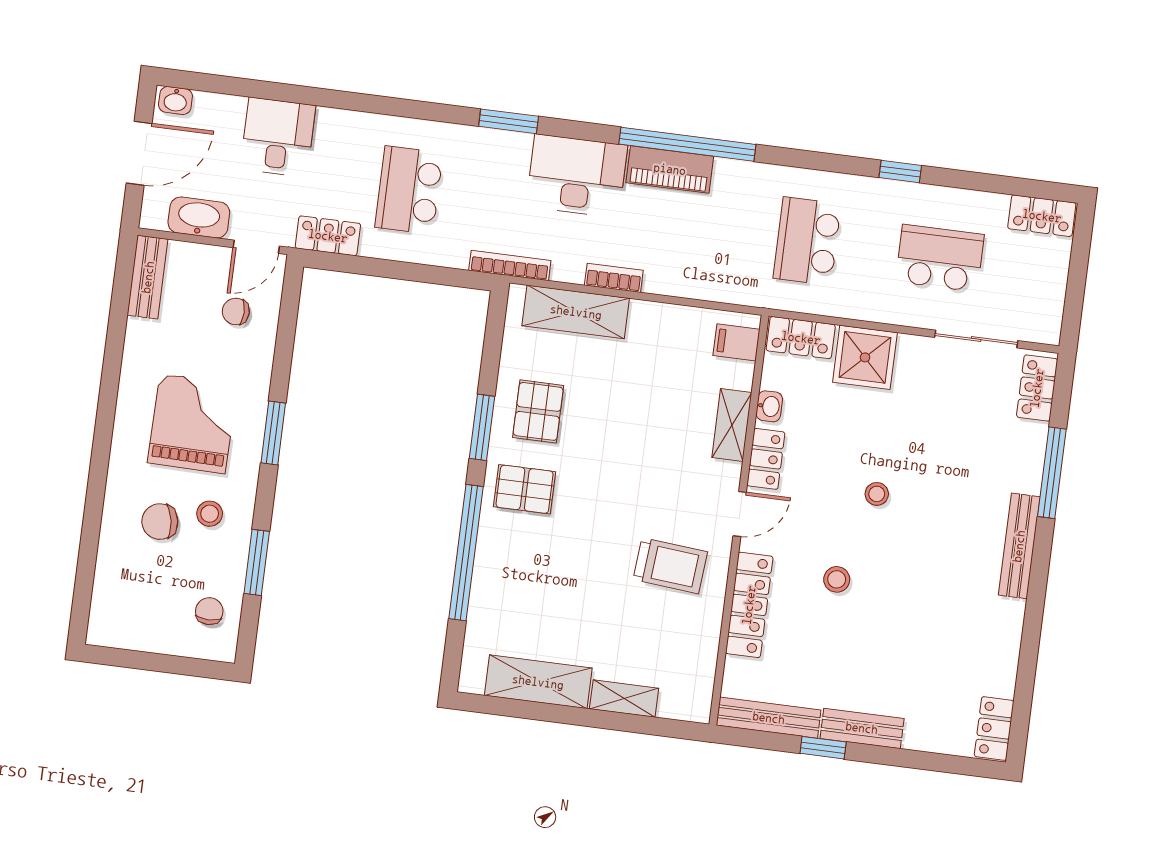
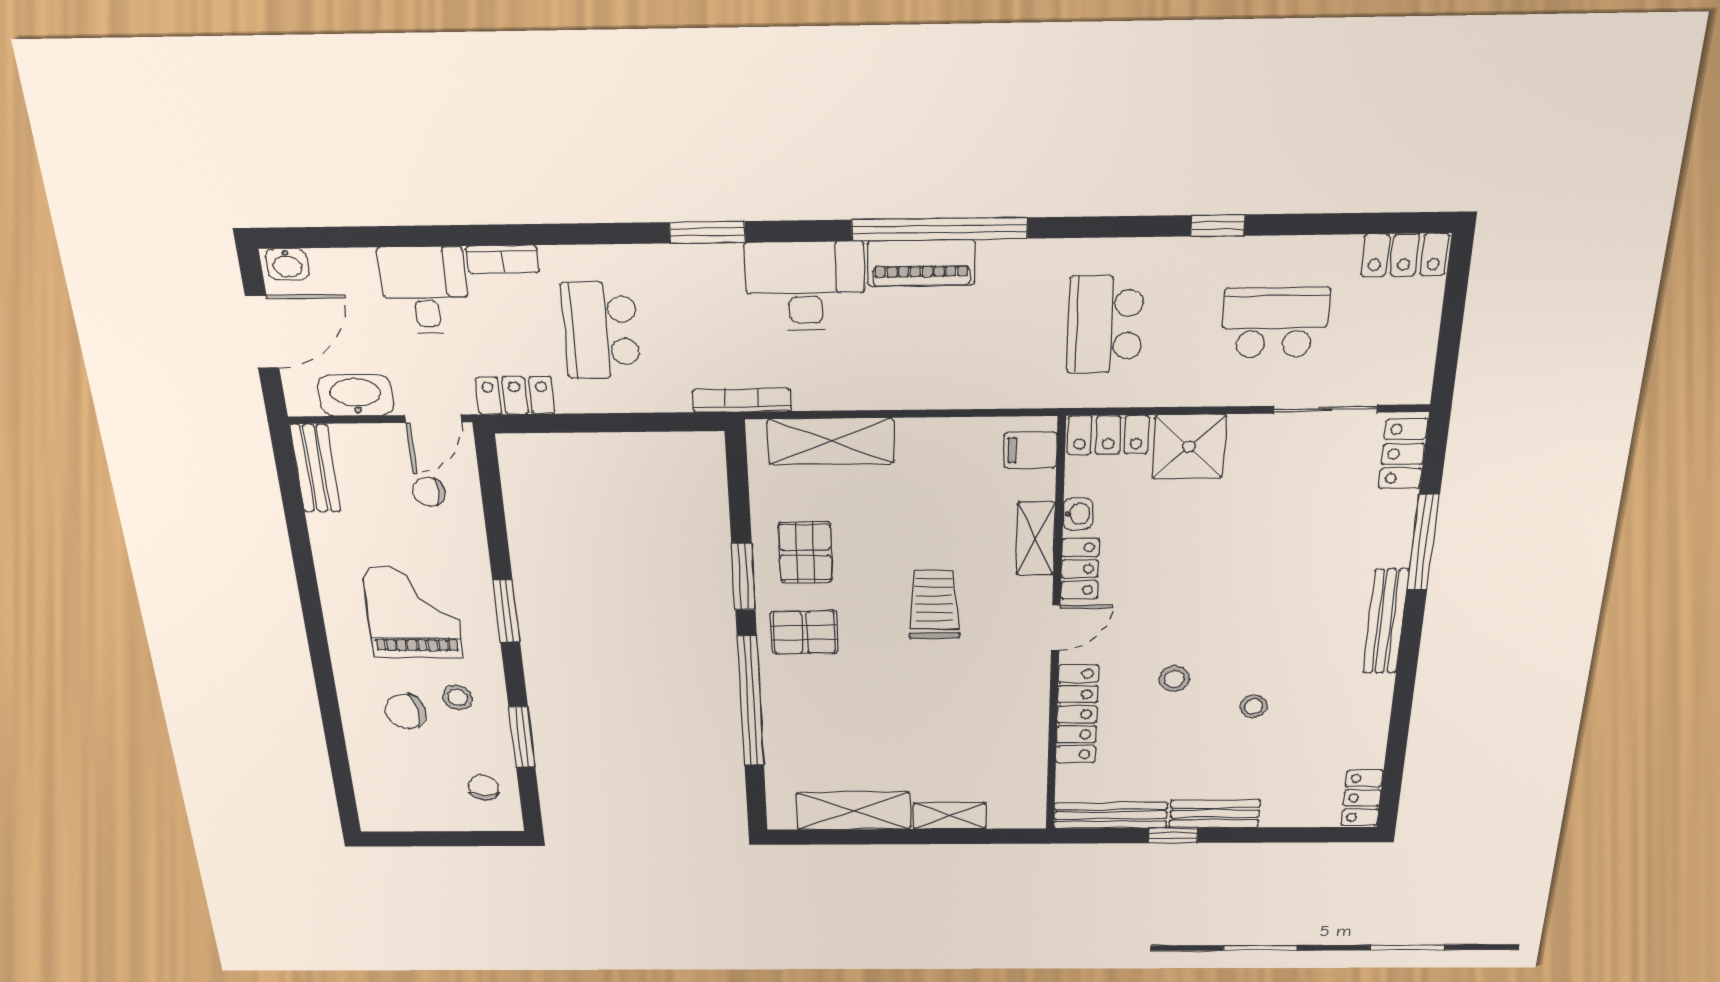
bookcase: (614, 278) -> (503, 259), moved, turned 180
stool: (877, 494) -> (1253, 706), moved
trolley: (670, 566) -> (934, 605), moved, turned -95

